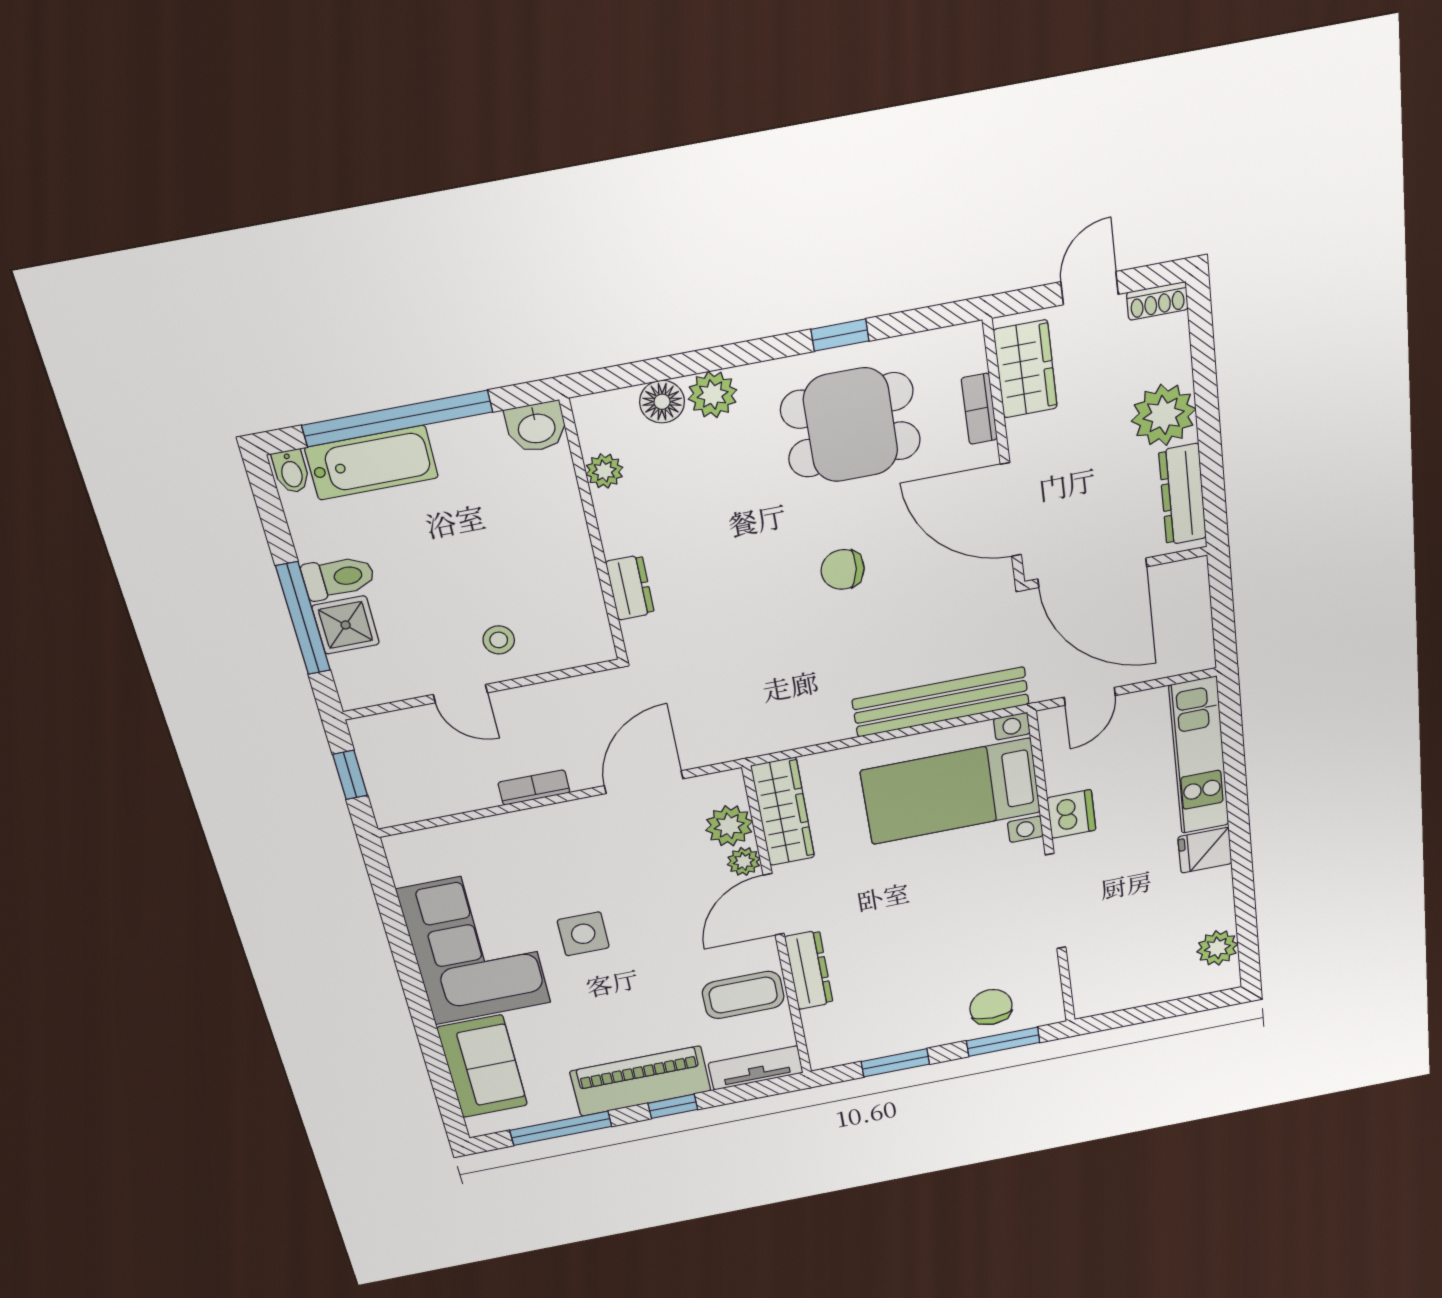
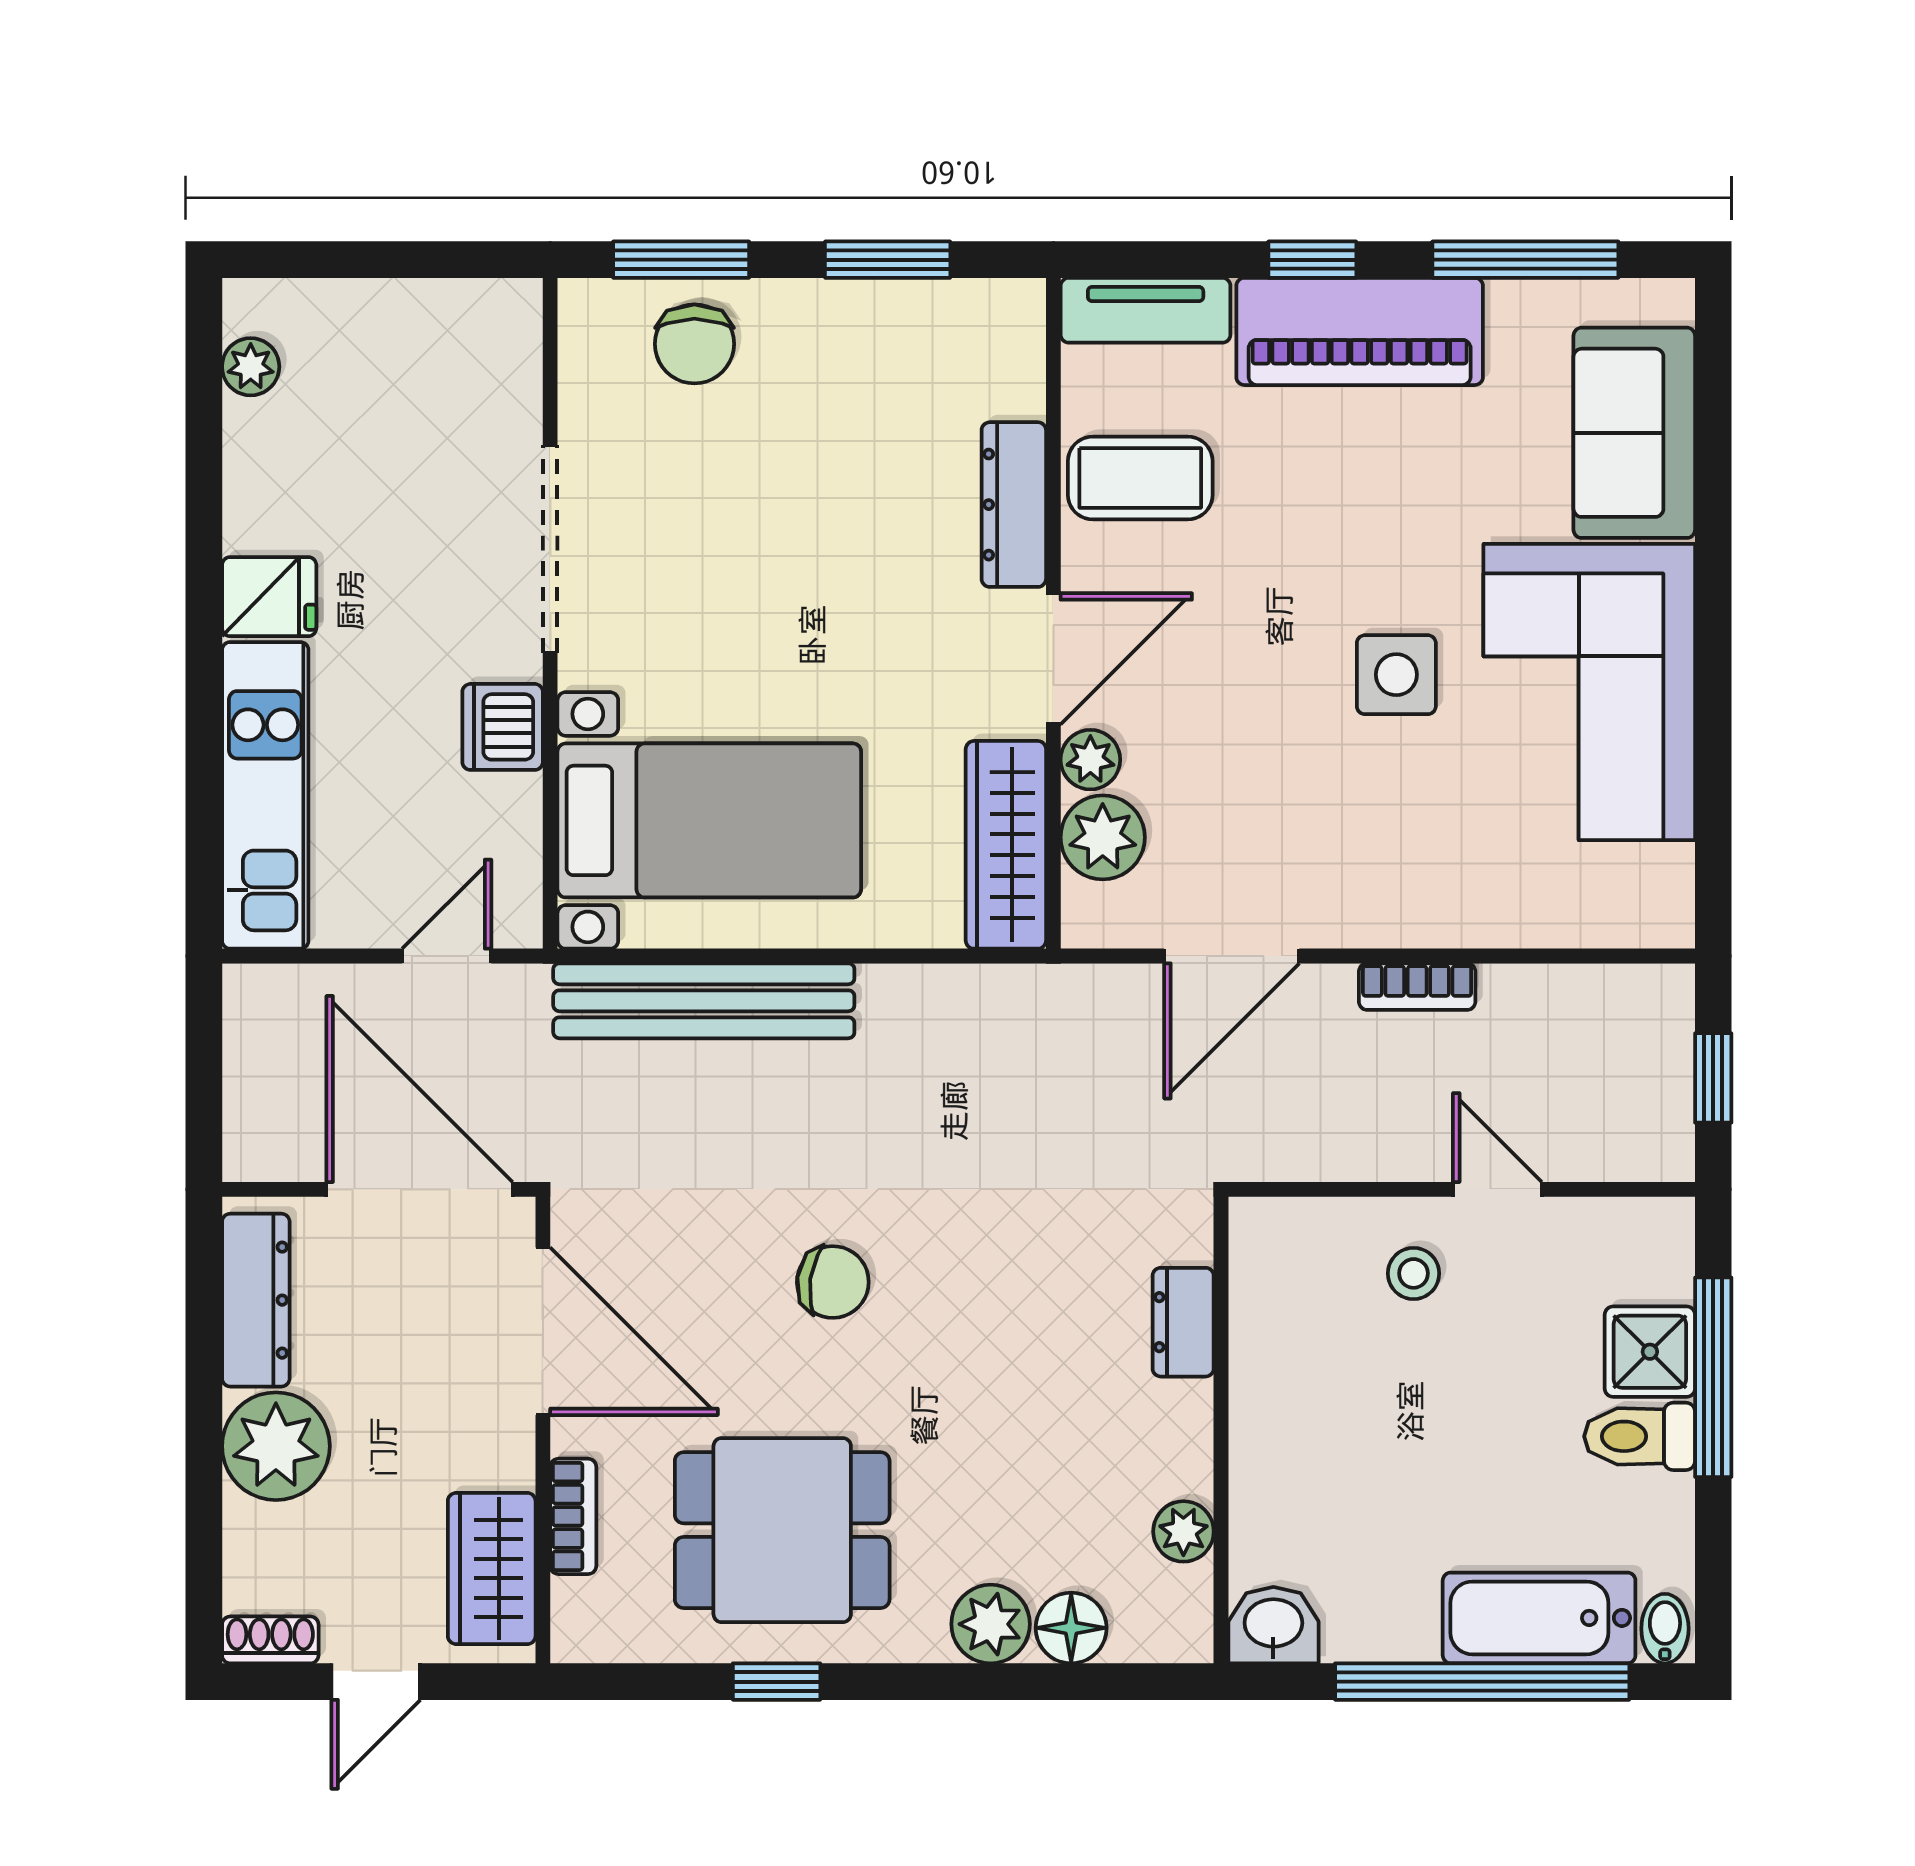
plant: (1217, 948) -> (251, 367), width x0.73, depth x0.73

